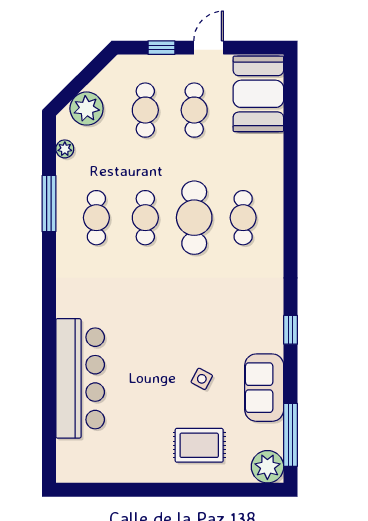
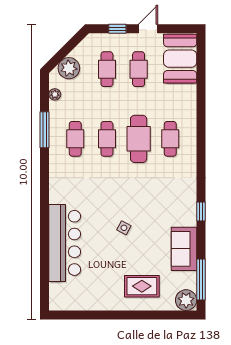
side table: (202, 379) -> (124, 228), moved

